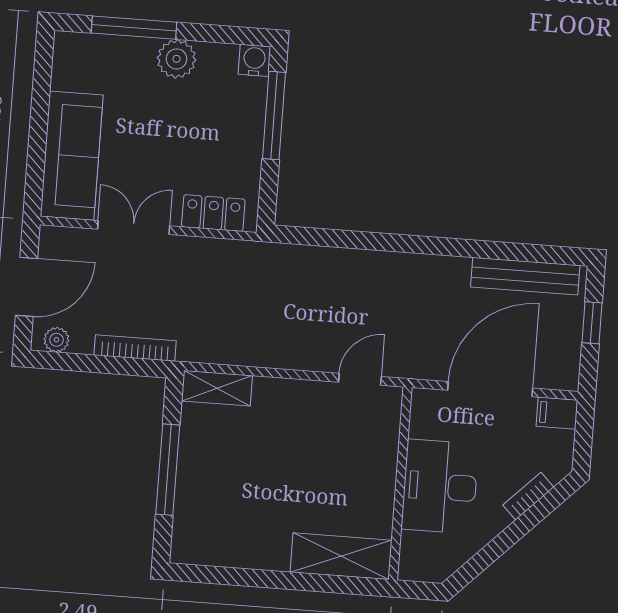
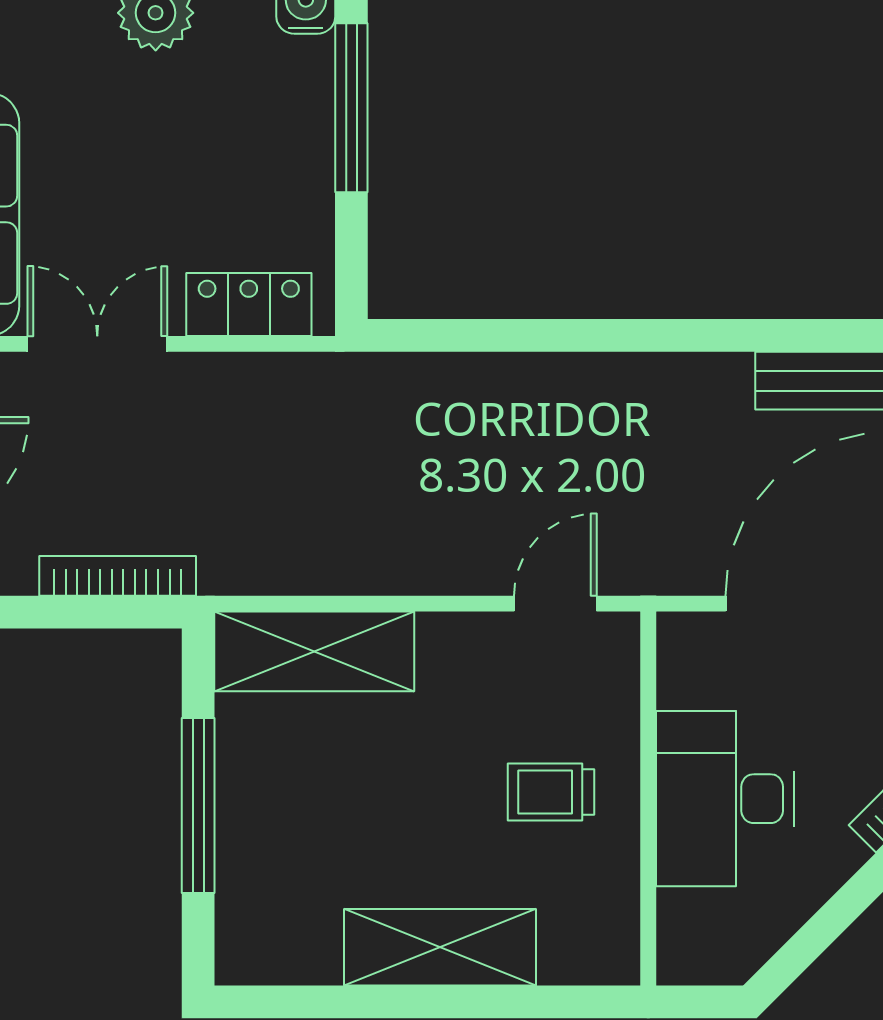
shelving: (217, 388) -> (314, 651), width x1.50, depth x1.33
trolley: (350, 476) -> (551, 792), added
shelving: (341, 556) -> (440, 947), moved

